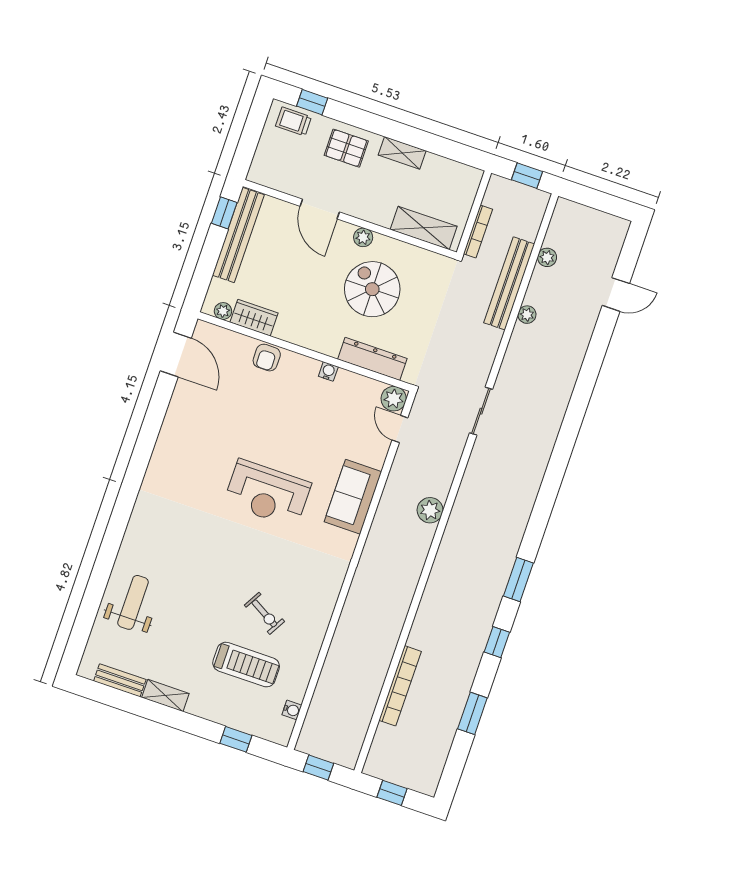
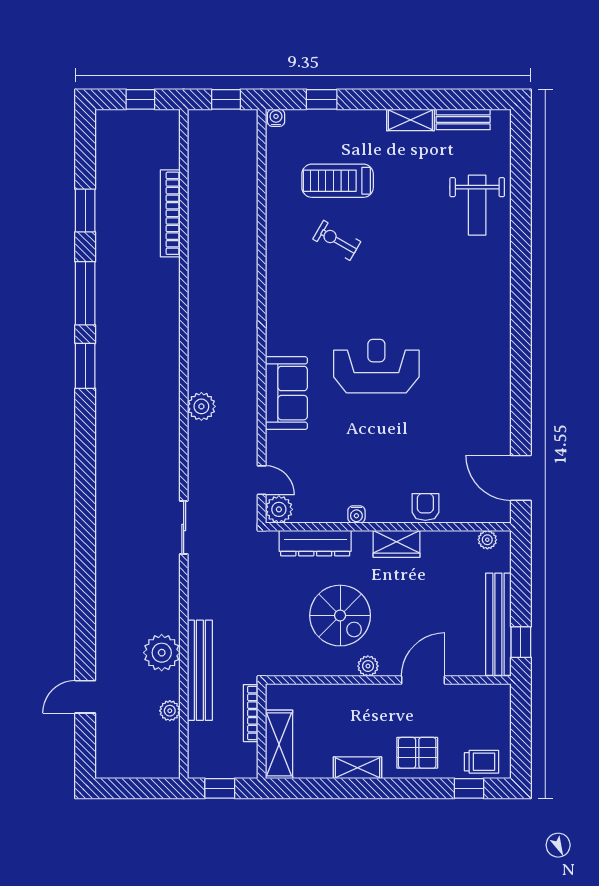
door: (320, 209) -> (423, 680), hinge flipped
shelving: (424, 228) -> (279, 744), moved, turned 90
plant: (527, 315) -> (162, 653), width x1.88, depth x1.88
wardrobe: (254, 318) -> (397, 544), moved
window: (497, 642) -> (85, 293), width x2.17
water cooler: (292, 710) -> (276, 118), moved, turned 90

